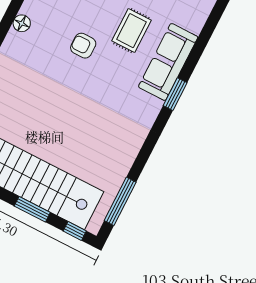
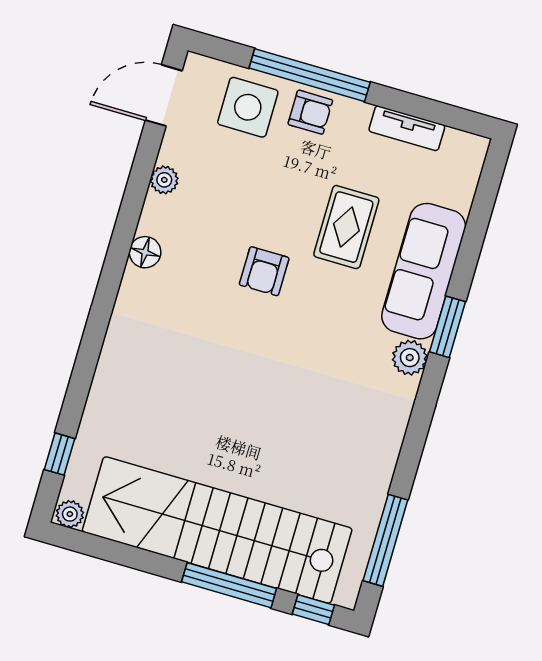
armchair: (83, 46) -> (264, 271), turned -90
plant: (152, 107) -> (410, 358), added
window: (32, 209) -> (229, 585), width x1.44

